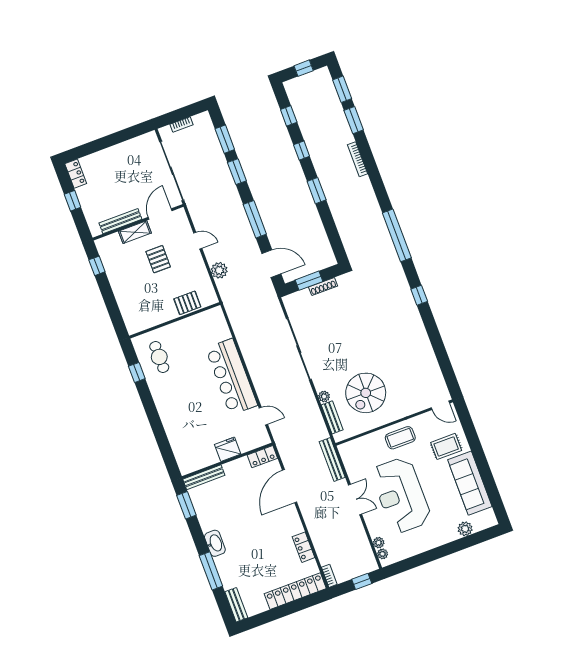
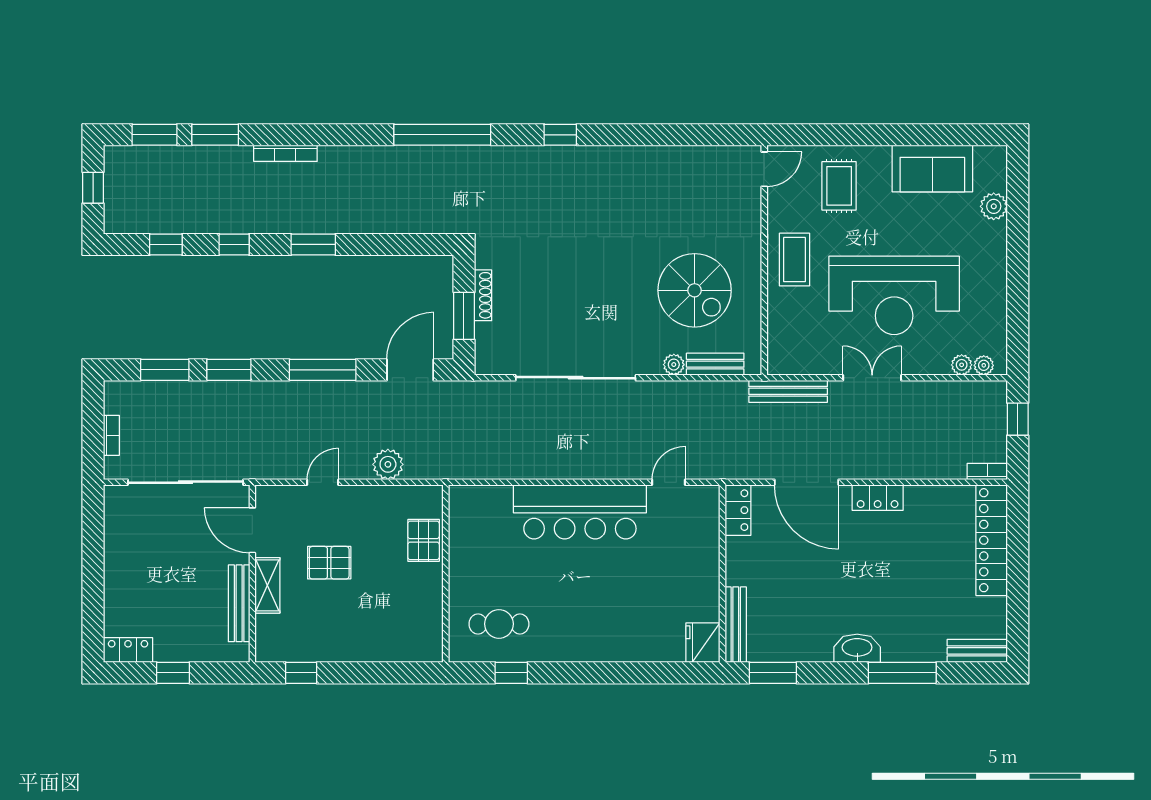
fridge: (228, 449) -> (703, 643), moved
sofa: (470, 483) -> (932, 169), width x0.73
locker: (303, 547) -> (878, 498), moved

